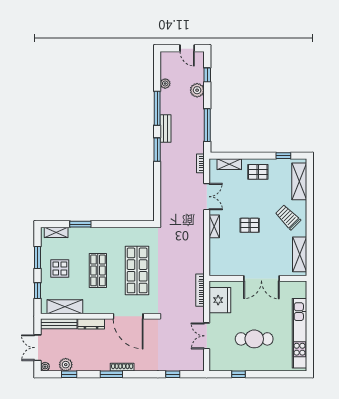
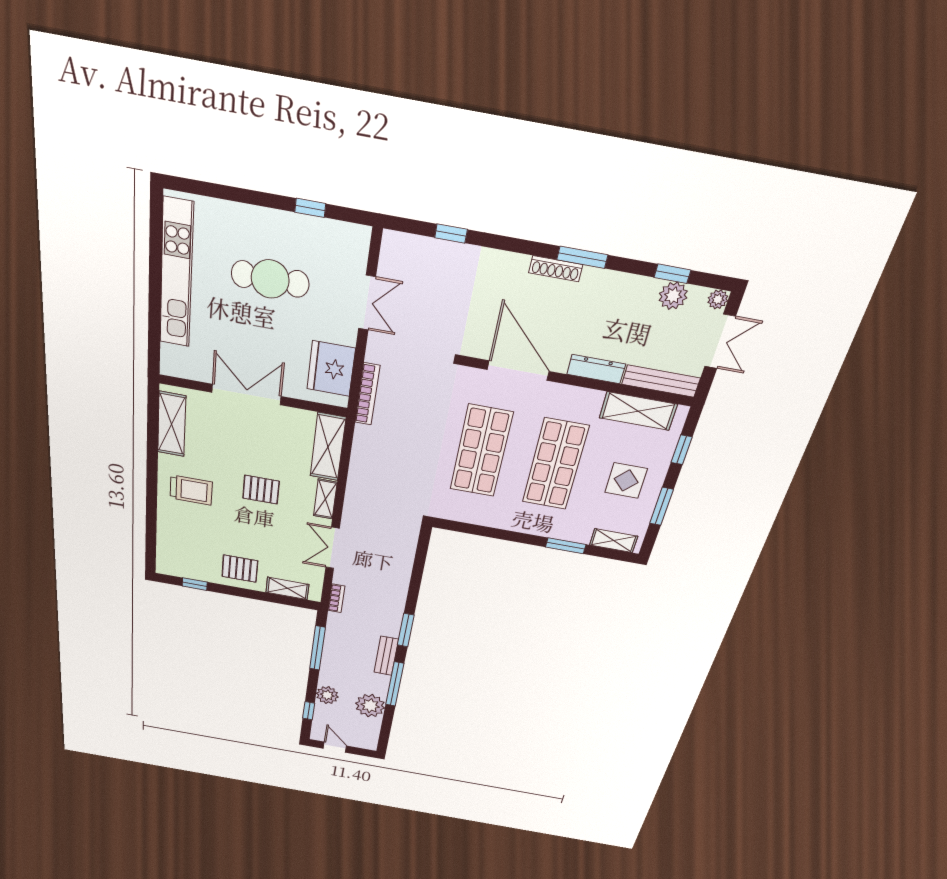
plant: (165, 84) -> (370, 706), width x1.87, depth x1.87
shelving: (299, 181) -> (328, 447), moved
trolley: (288, 217) -> (191, 490), turned -45
shop shelf: (98, 270) -> (555, 464), width x1.43, depth x1.36

